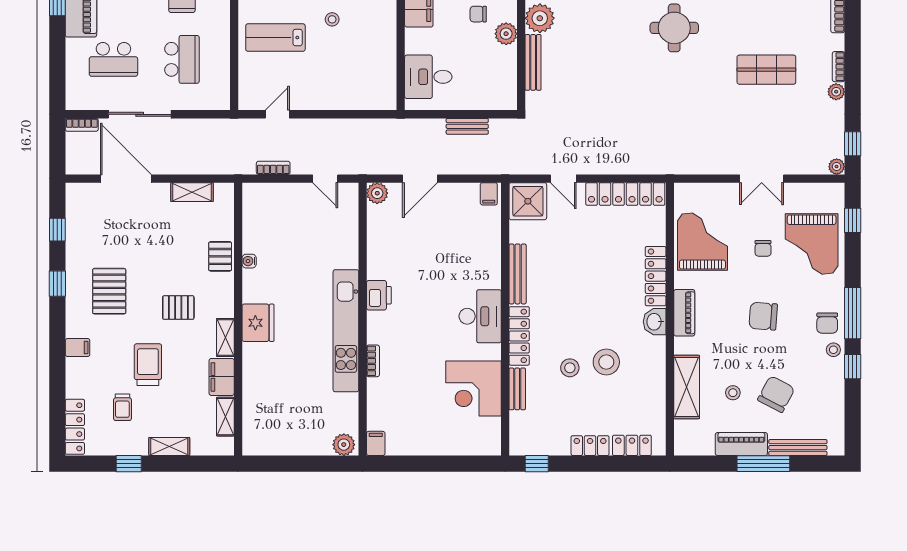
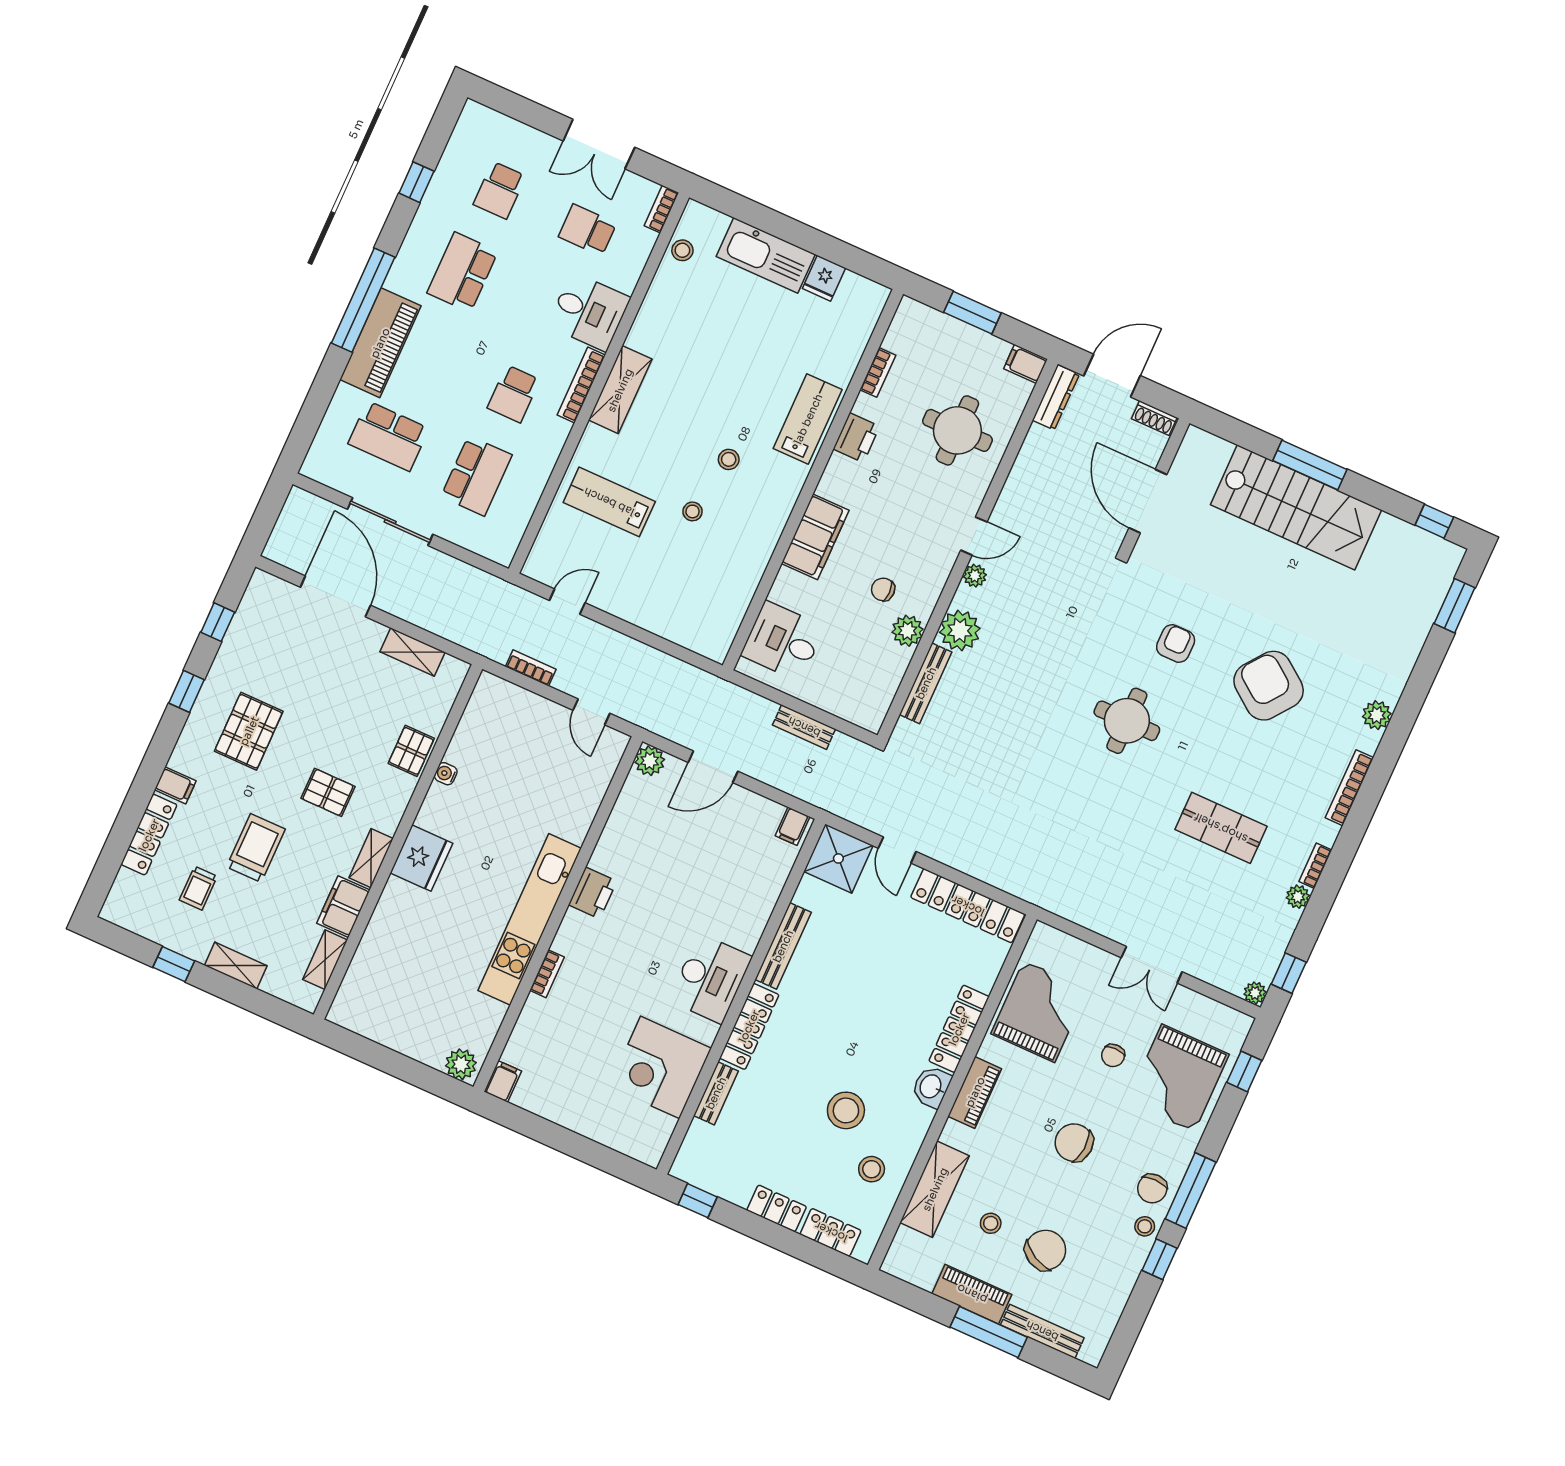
bookcase: (82, 125) -> (310, 502), removed
stool: (570, 368) -> (872, 1169), moved
locker: (75, 427) -> (149, 835), moved

